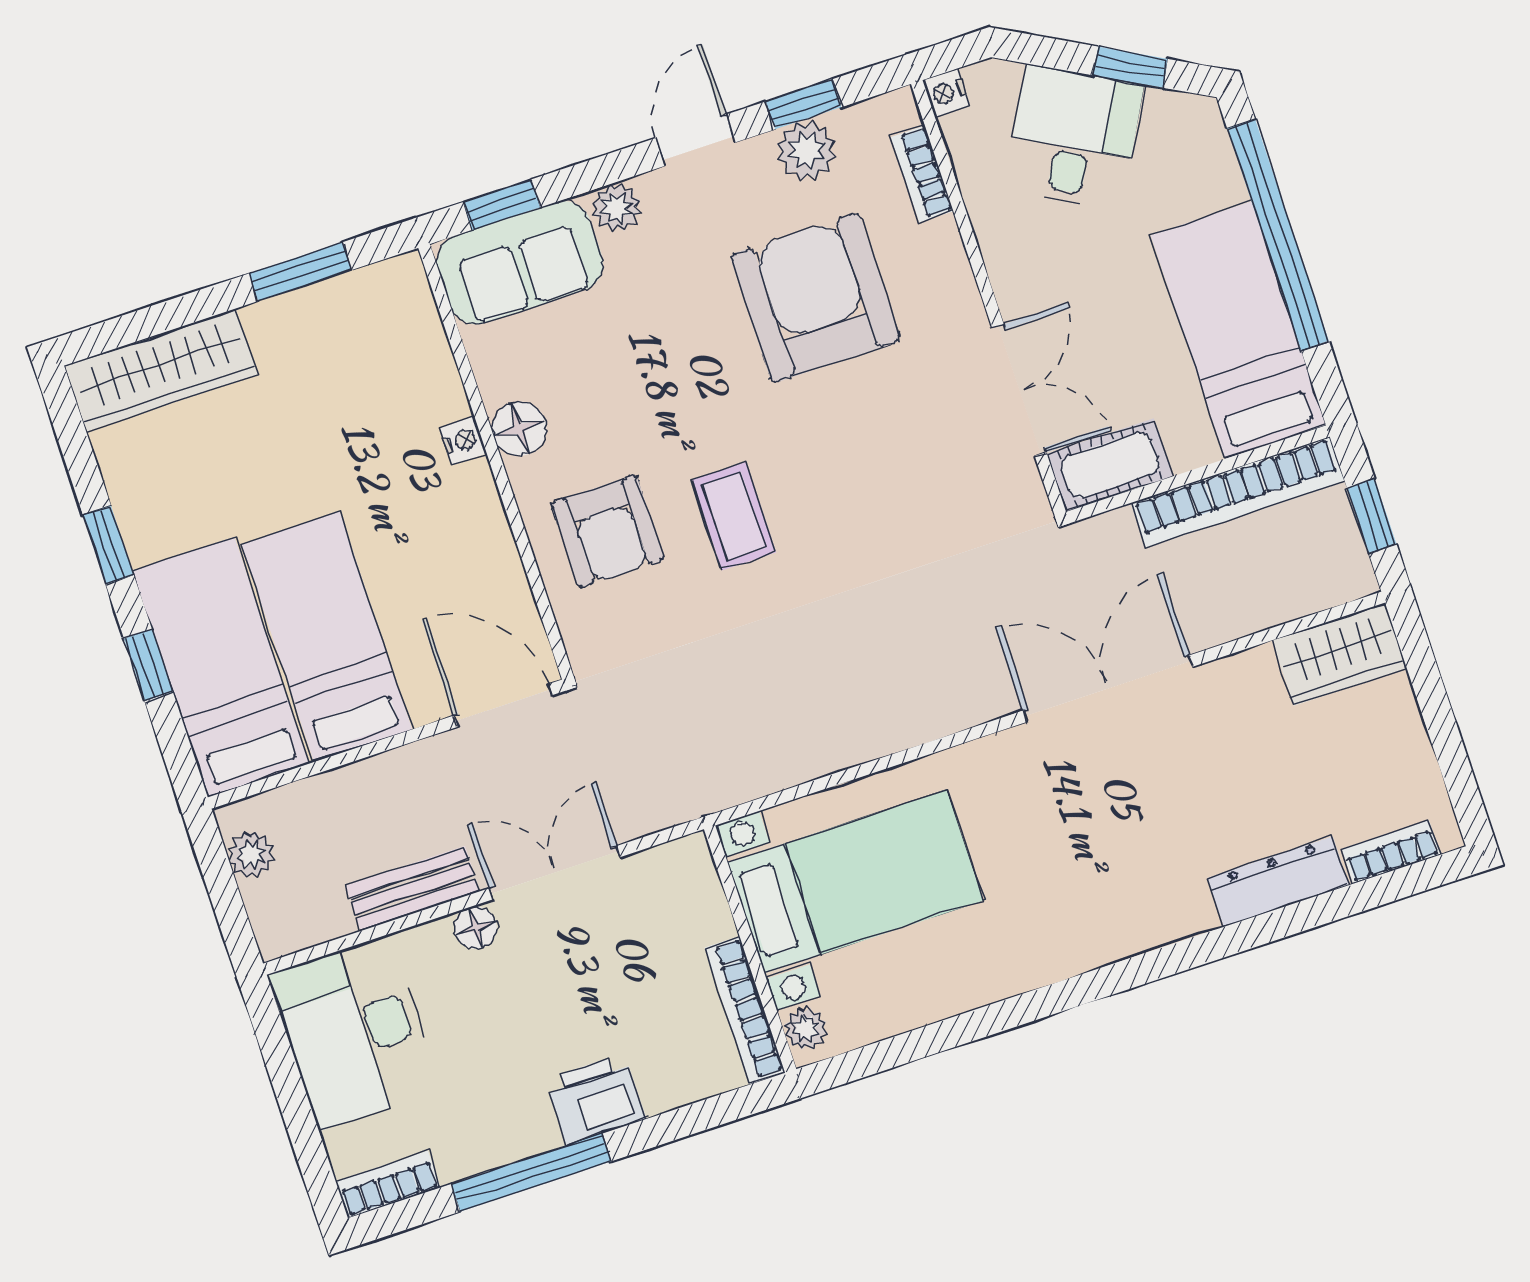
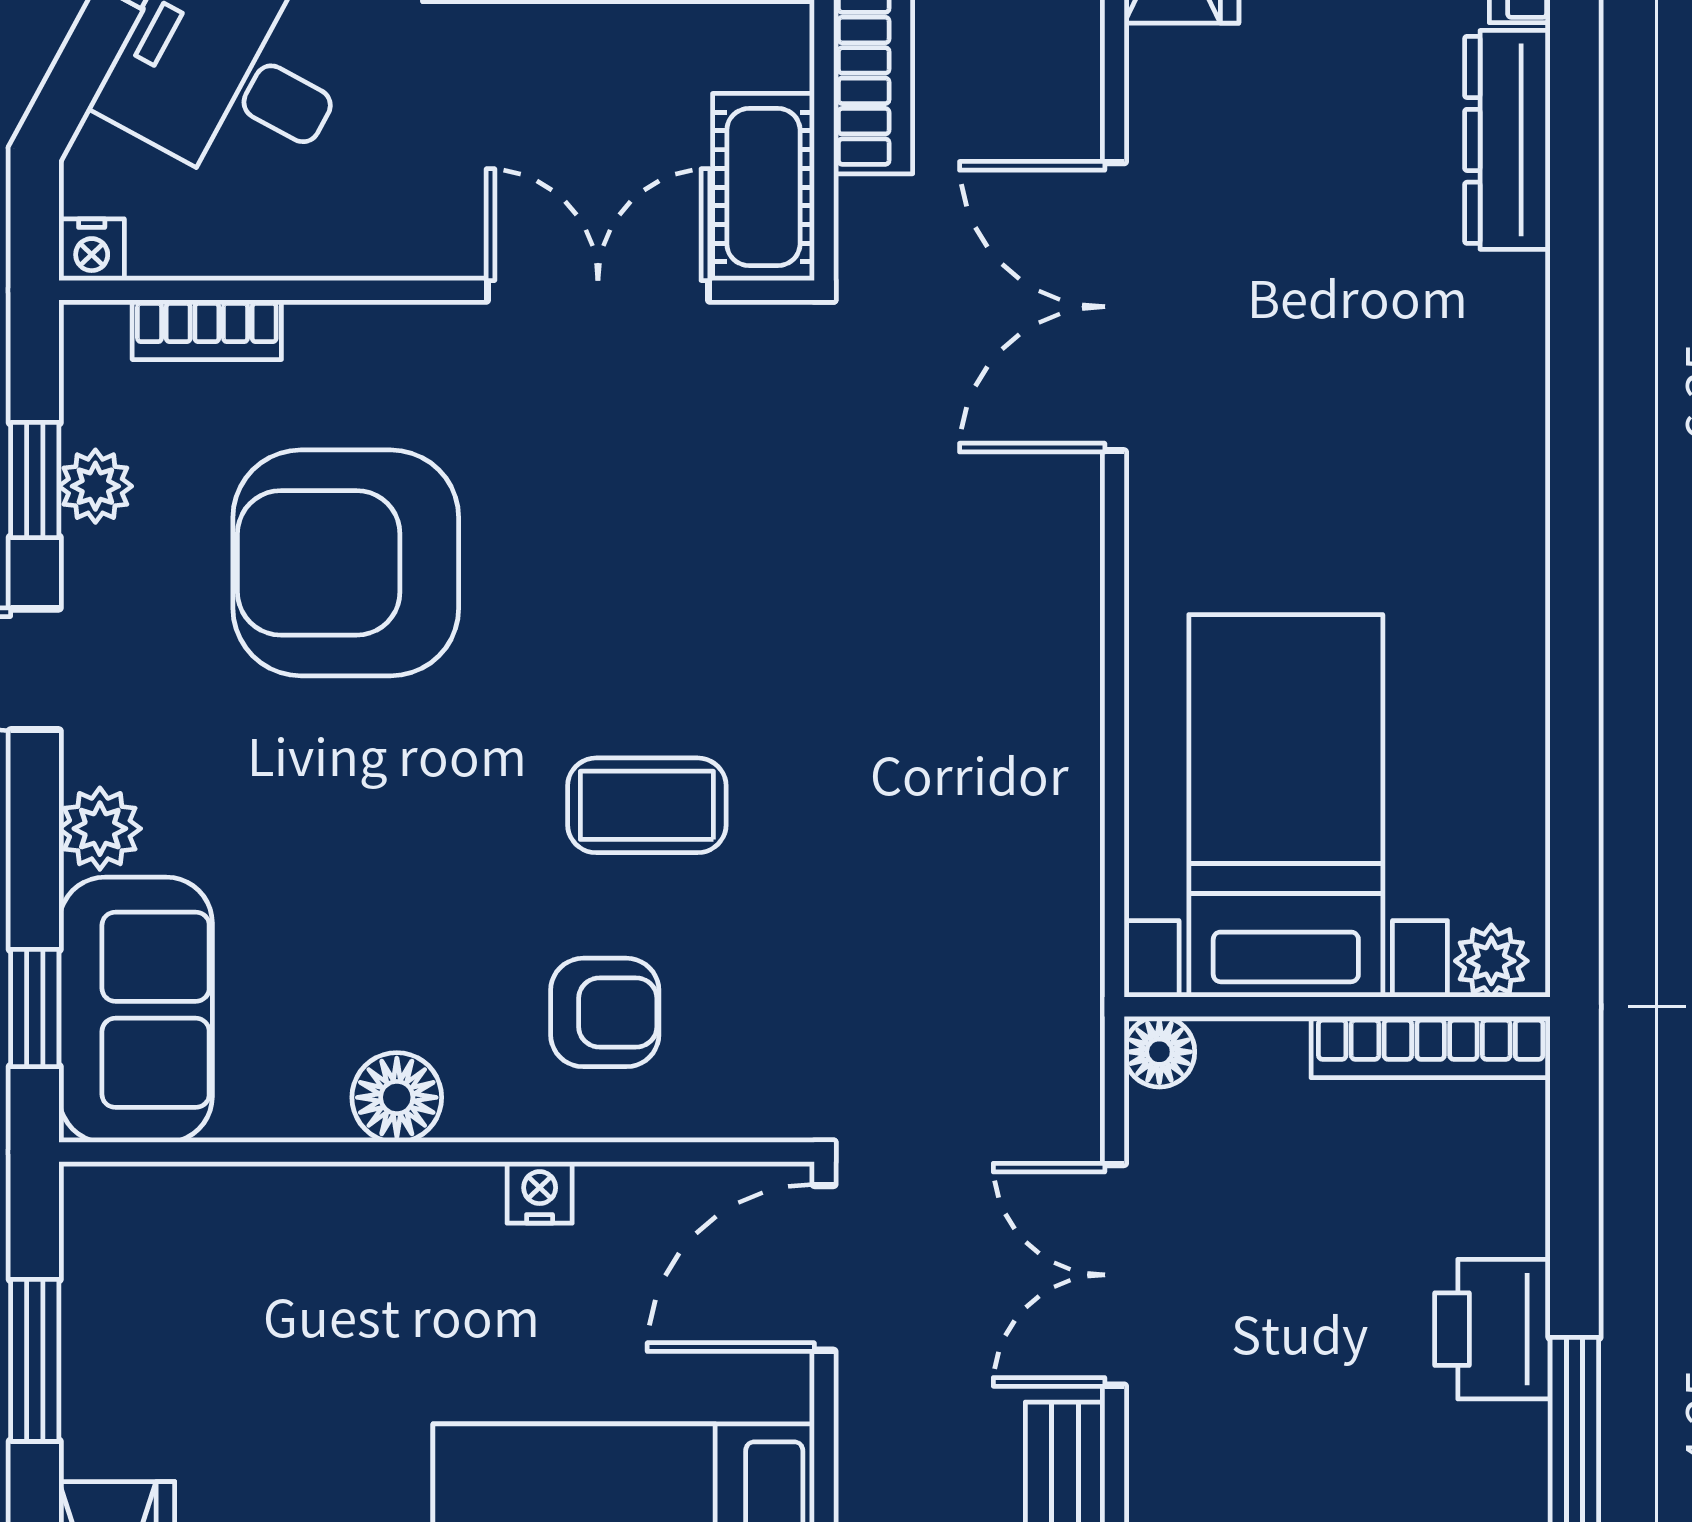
plant: (806, 150) -> (95, 486), width x0.73, depth x0.73
nightstand: (463, 441) -> (540, 1192), moved
armchair: (608, 531) -> (605, 1012), width x0.72, depth x0.72
floor lamp: (475, 928) -> (1159, 1052), moved

